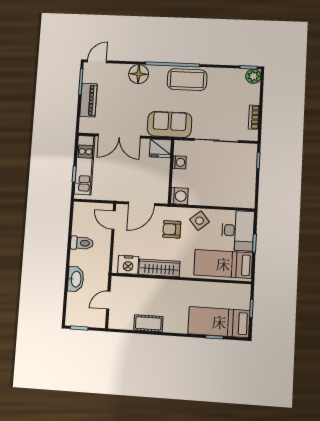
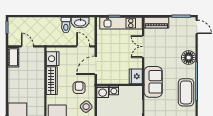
piano: (88, 100) -> (156, 23), moved
double door: (119, 136) -> (143, 47), width x0.73
washing machine: (179, 162) -> (114, 90), moved
door: (141, 204) -> (96, 65), hinge flipped
door: (114, 220) -> (83, 46), hinge flipped
washbasin: (76, 279) -> (80, 23), moved
cot: (148, 323) -> (13, 57), moved

